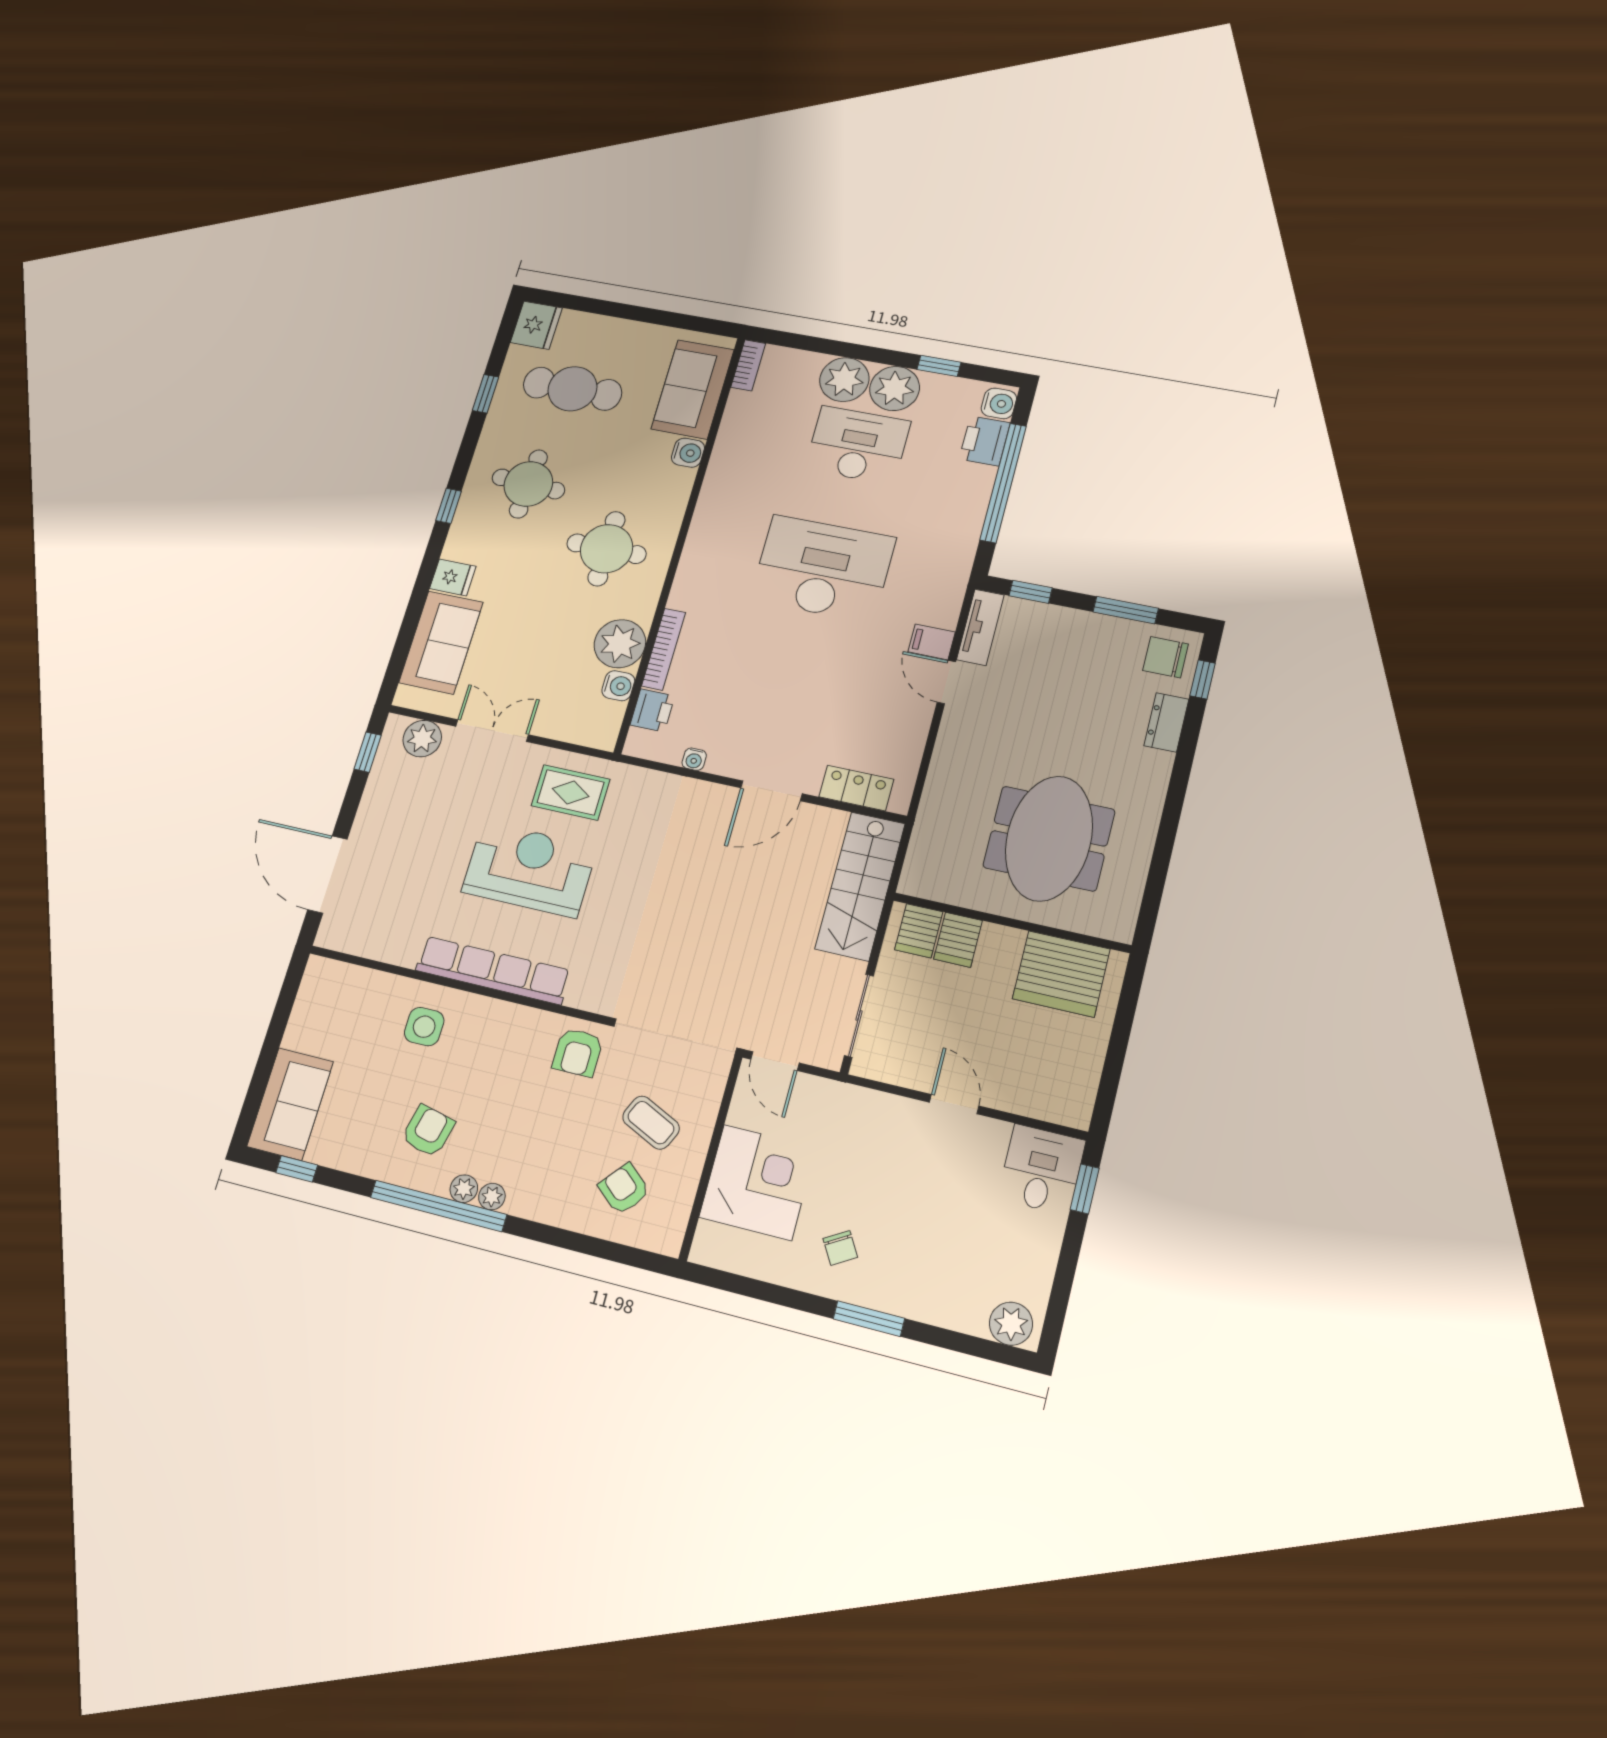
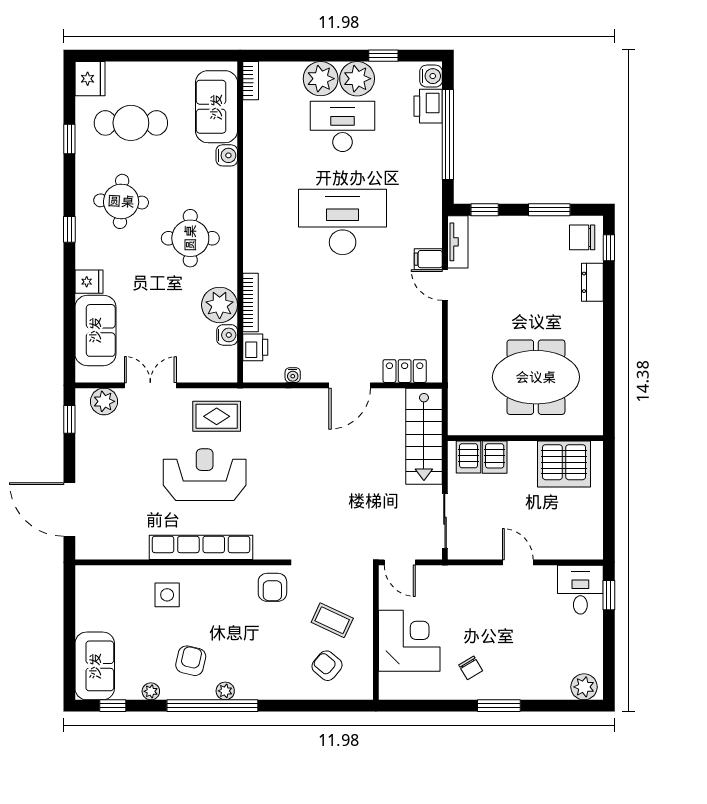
meeting table: (1049, 838) -> (536, 377), turned 90
plant: (492, 1197) -> (151, 691), moved

